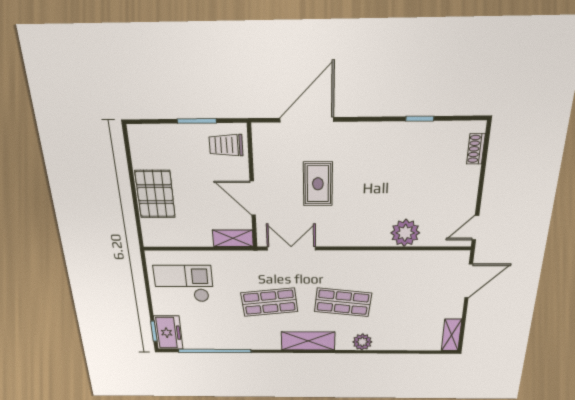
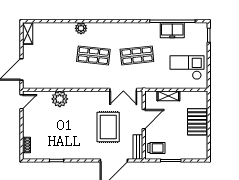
bench: (261, 147) -> (138, 147), added
rug: (318, 184) -> (108, 127), width x1.36, depth x1.43
door: (253, 198) -> (144, 119), hinge flipped
shelving: (233, 238) -> (168, 96), moved
checkout: (184, 284) -> (187, 68), turned 180
freezer: (168, 333) -> (172, 30), moved, turned -90
shelving: (308, 341) -> (114, 29), removed

